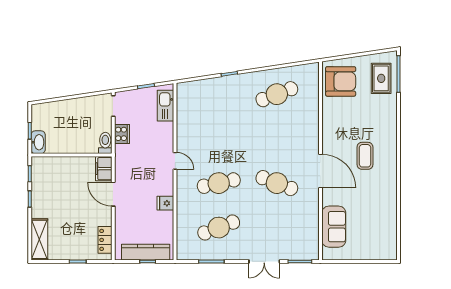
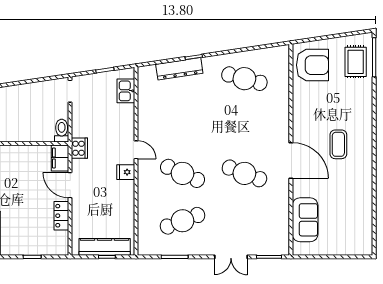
dresser: (216, 85) -> (179, 69), added
cafe table: (277, 94) -> (244, 79), turned 36
kitchen sink: (166, 106) -> (126, 91), width x0.73
cooker: (122, 134) -> (79, 148), moved
cafe table: (219, 183) -> (182, 173), turned 36
fridge: (165, 203) -> (126, 172), moved
locker: (105, 240) -> (61, 216), moved

